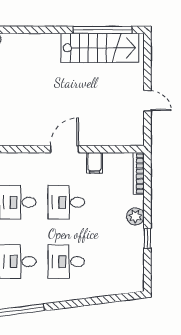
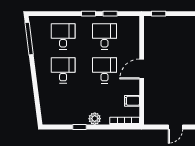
door: (64, 149) -> (142, 69), swing flipped
filing cabinet: (95, 163) -> (132, 101), moved

